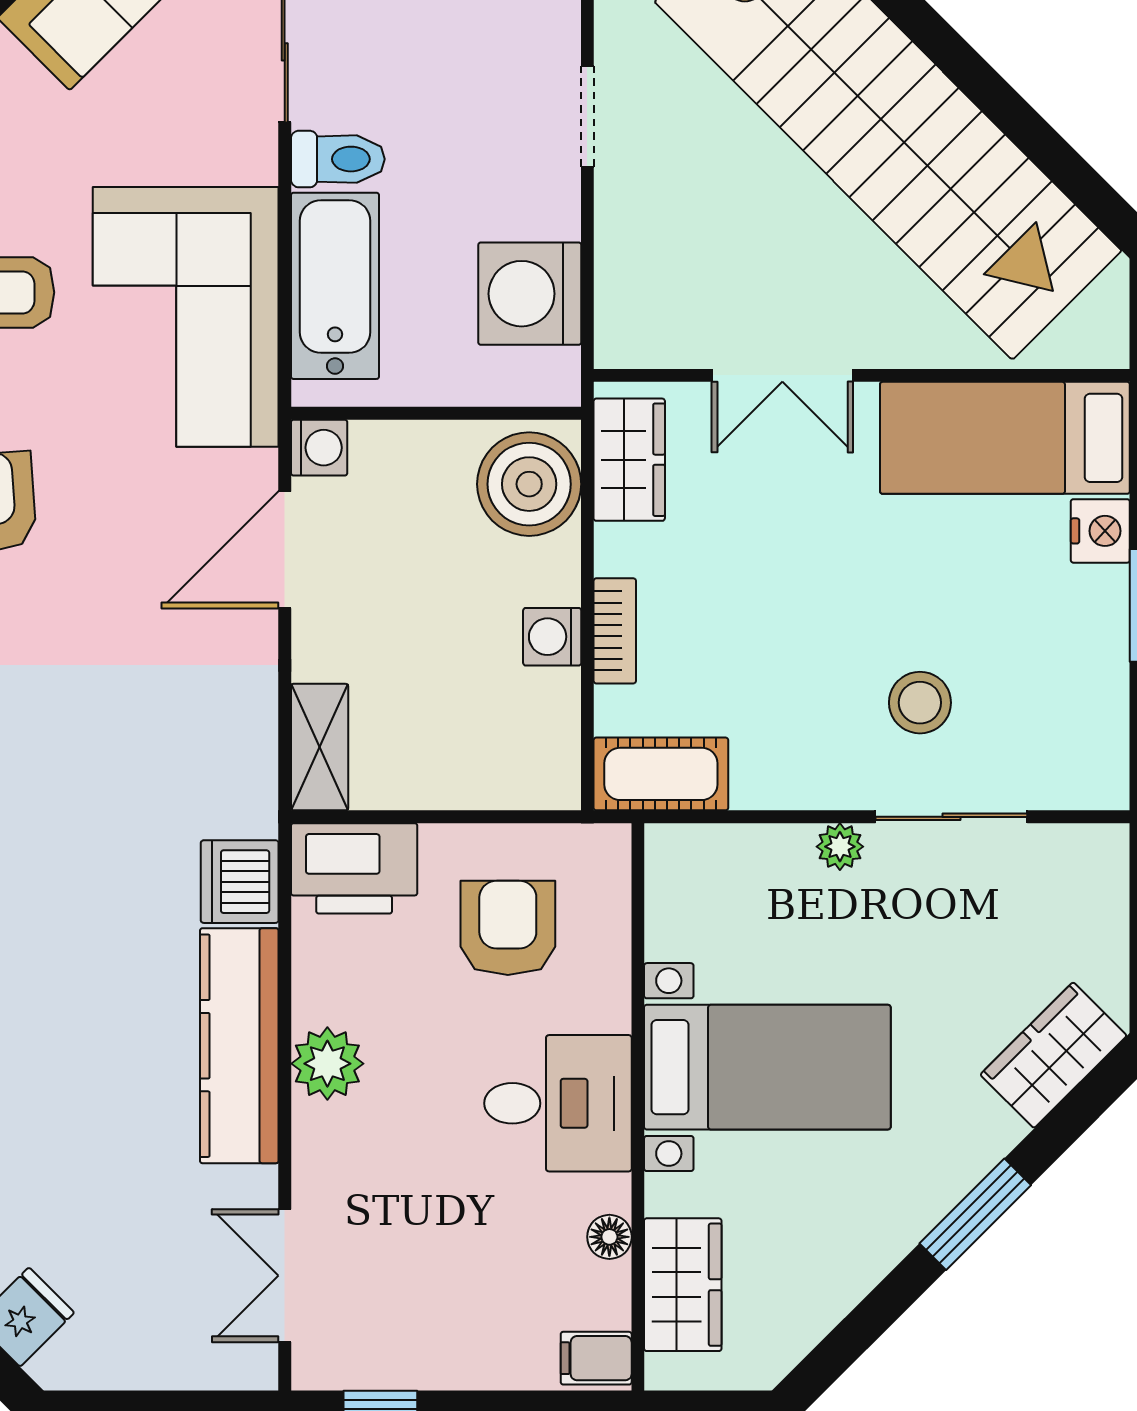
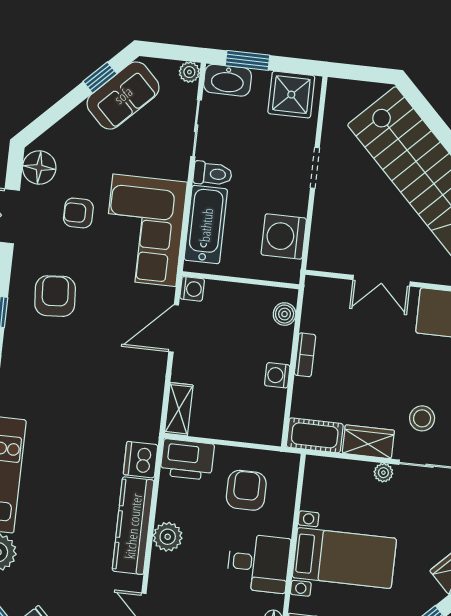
wardrobe: (629, 460) -> (368, 442), moved, turned -90
boiler: (529, 484) -> (285, 314), width x0.54, depth x0.54
bookcase: (615, 631) -> (305, 355), moved

